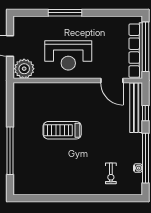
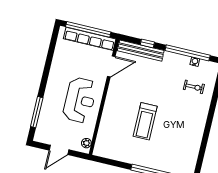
window: (65, 13) -> (37, 112), moved
plant: (24, 69) -> (86, 143), width x0.53, depth x0.53

